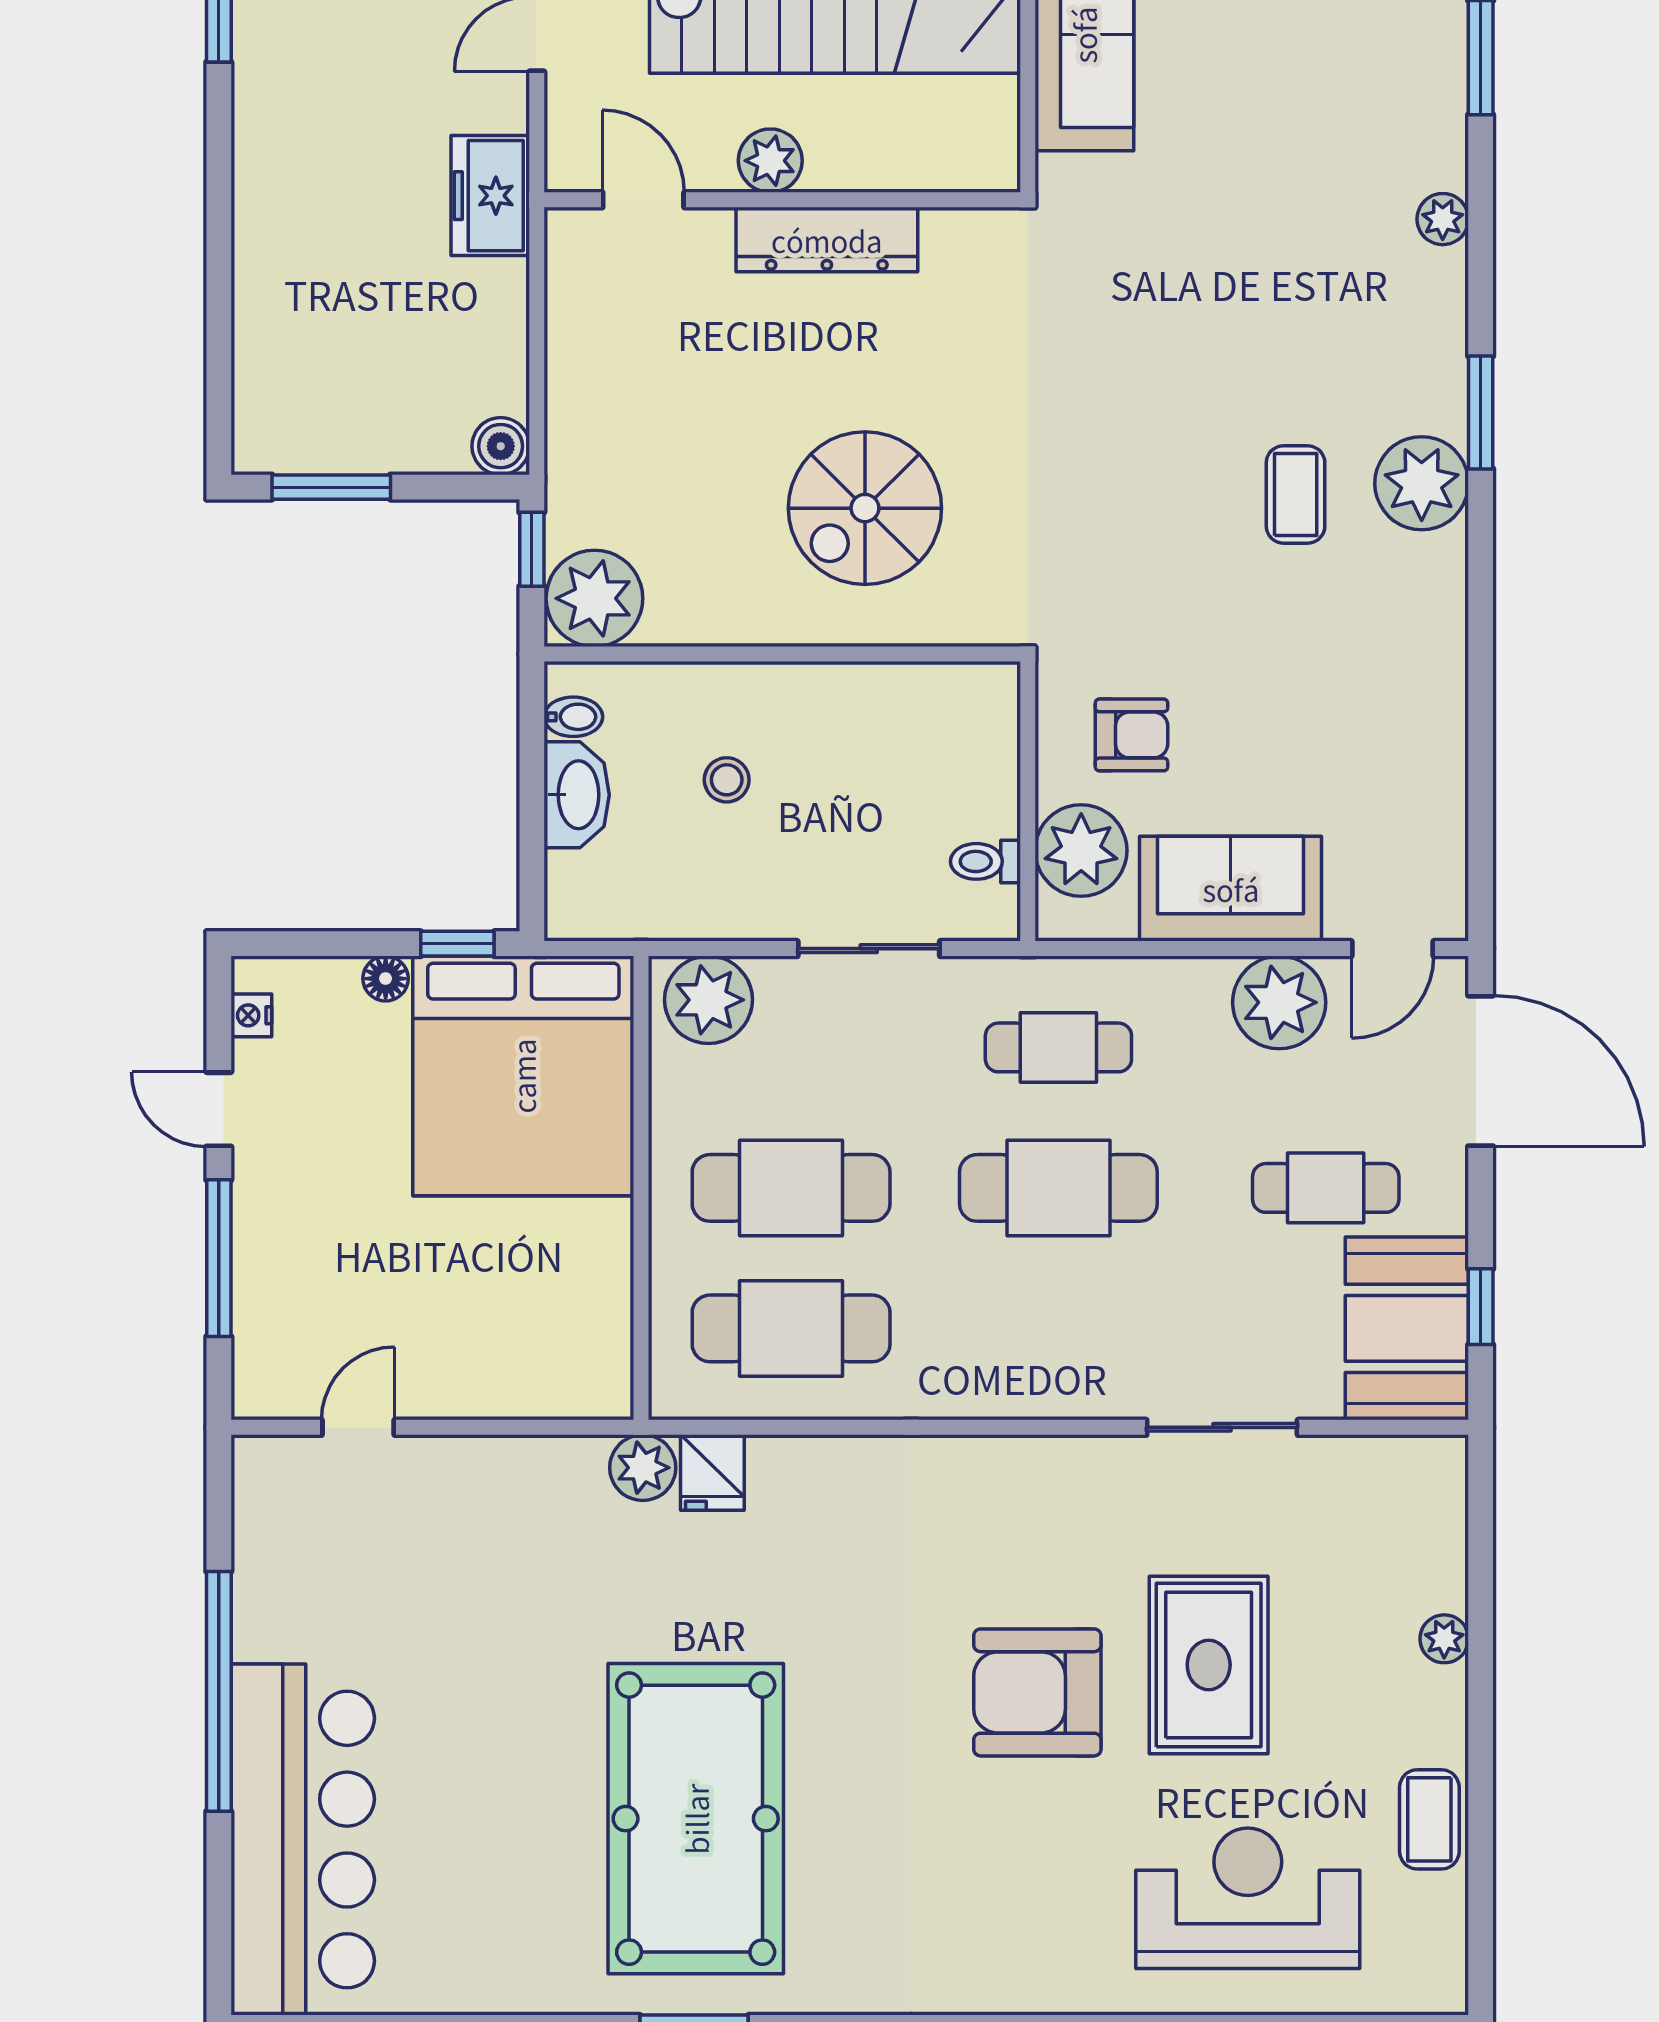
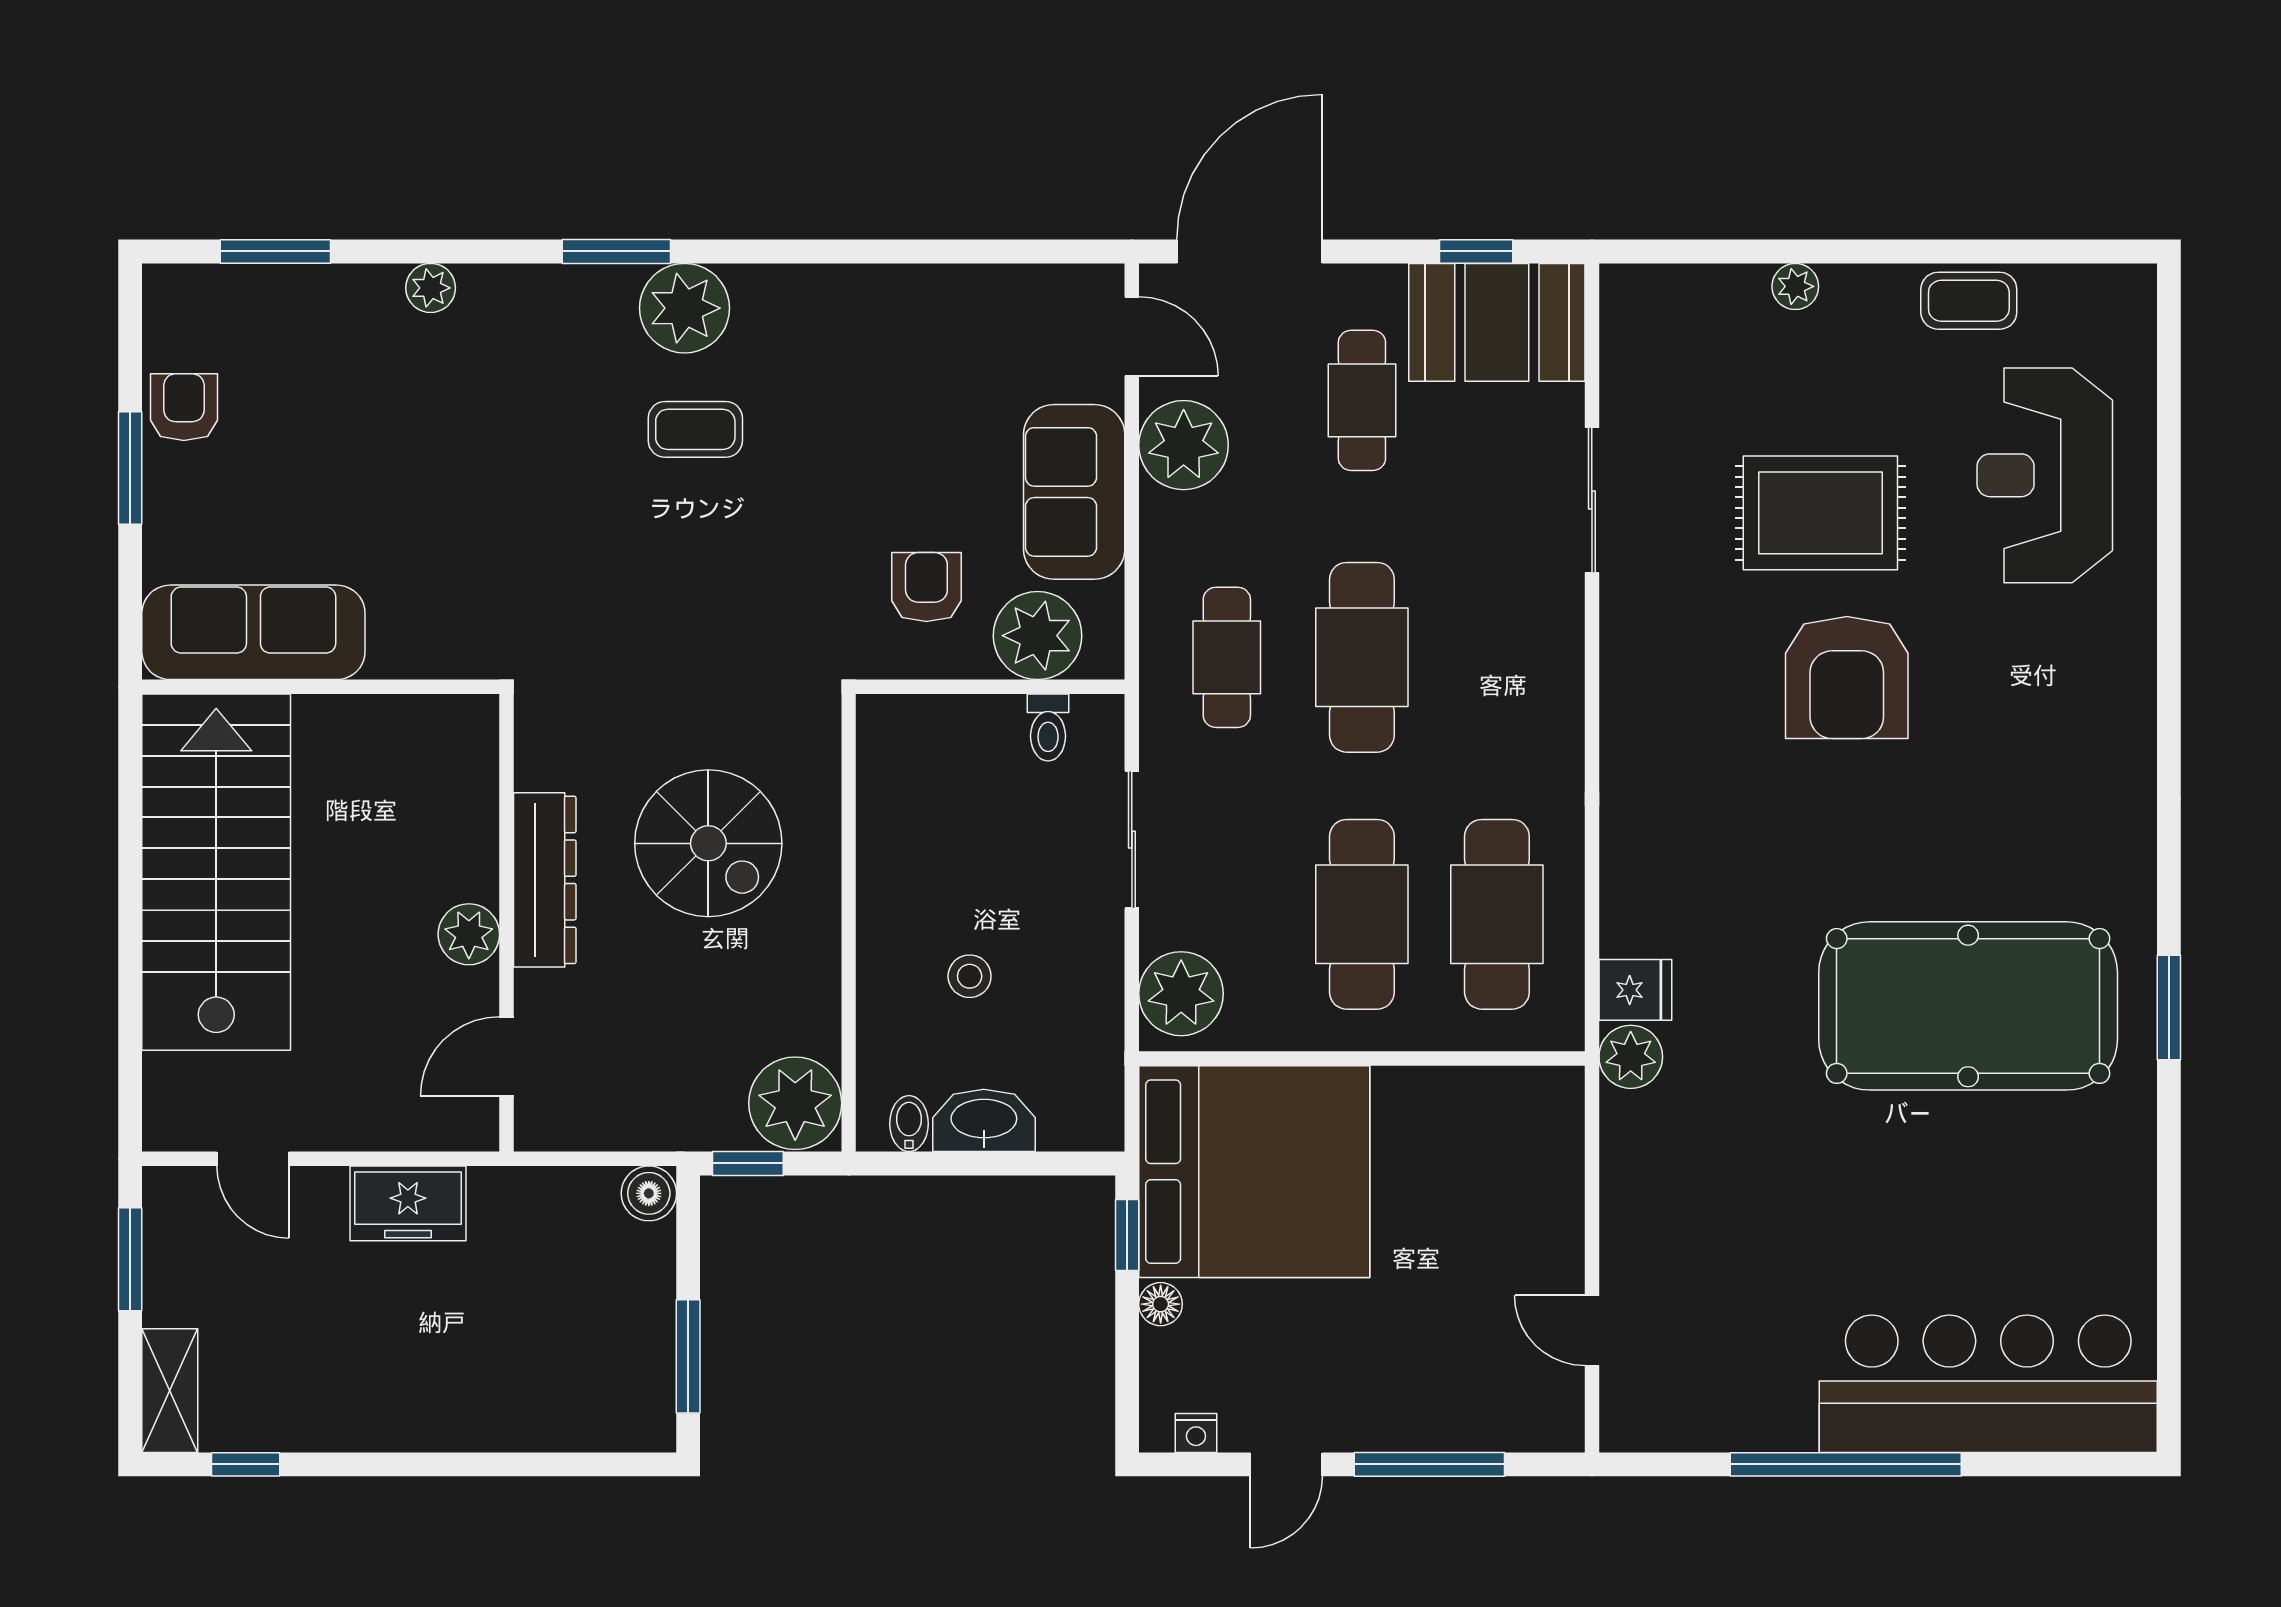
plant: (770, 161) -> (469, 934), moved
door: (643, 200) -> (506, 1056), moved
wall: (782, 200) -> (506, 923), moved
dresser: (827, 240) -> (545, 880), moved

